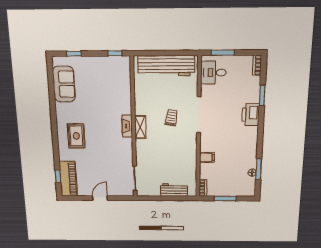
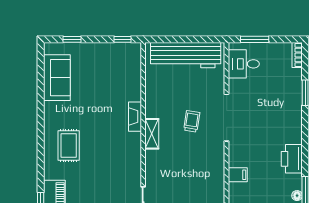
printer: (251, 115) -> (292, 159), moved
fireplace: (127, 126) -> (135, 117), moved

